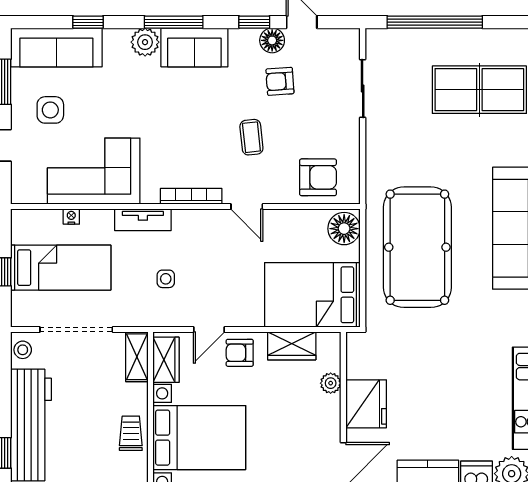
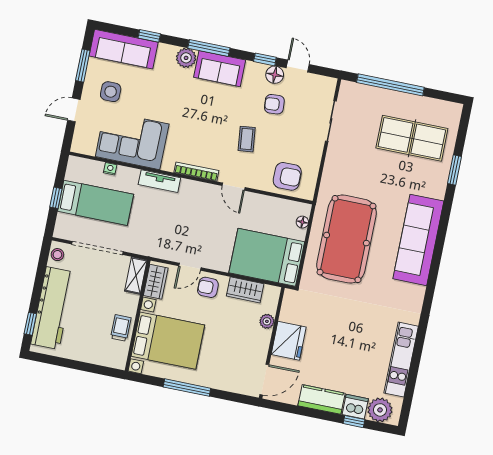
floor lamp: (344, 229) -> (302, 222), width x0.53, depth x0.53
side table: (166, 279) -> (167, 225), removed

